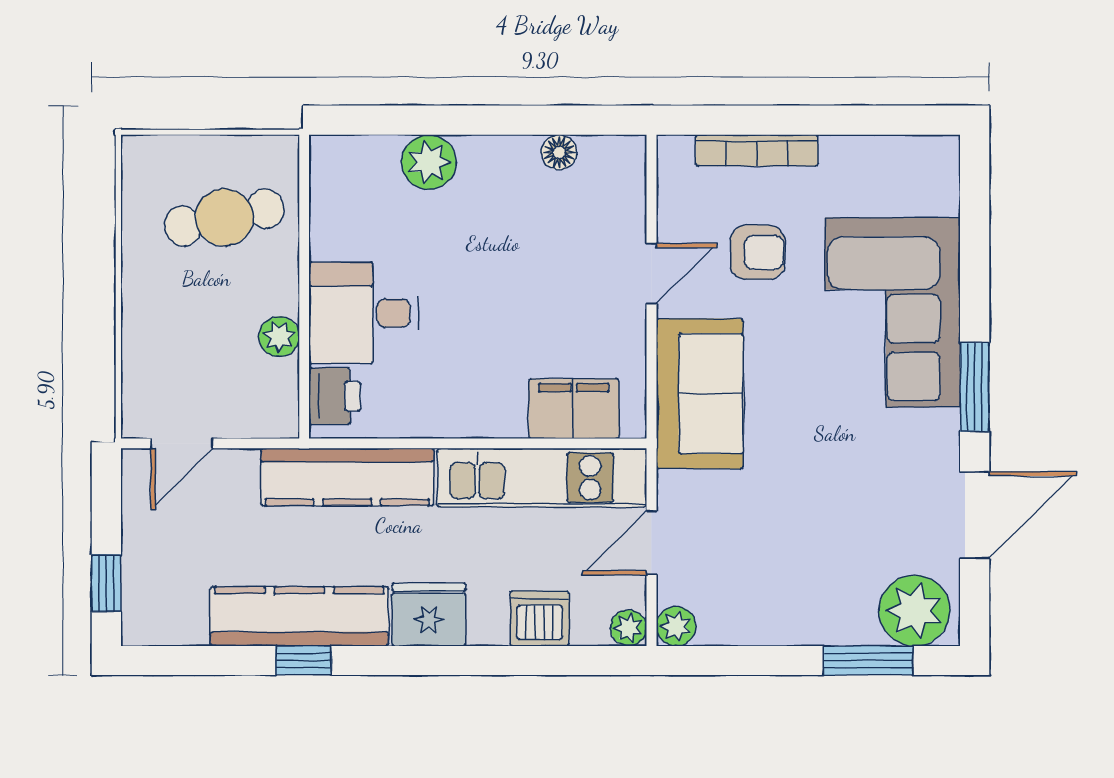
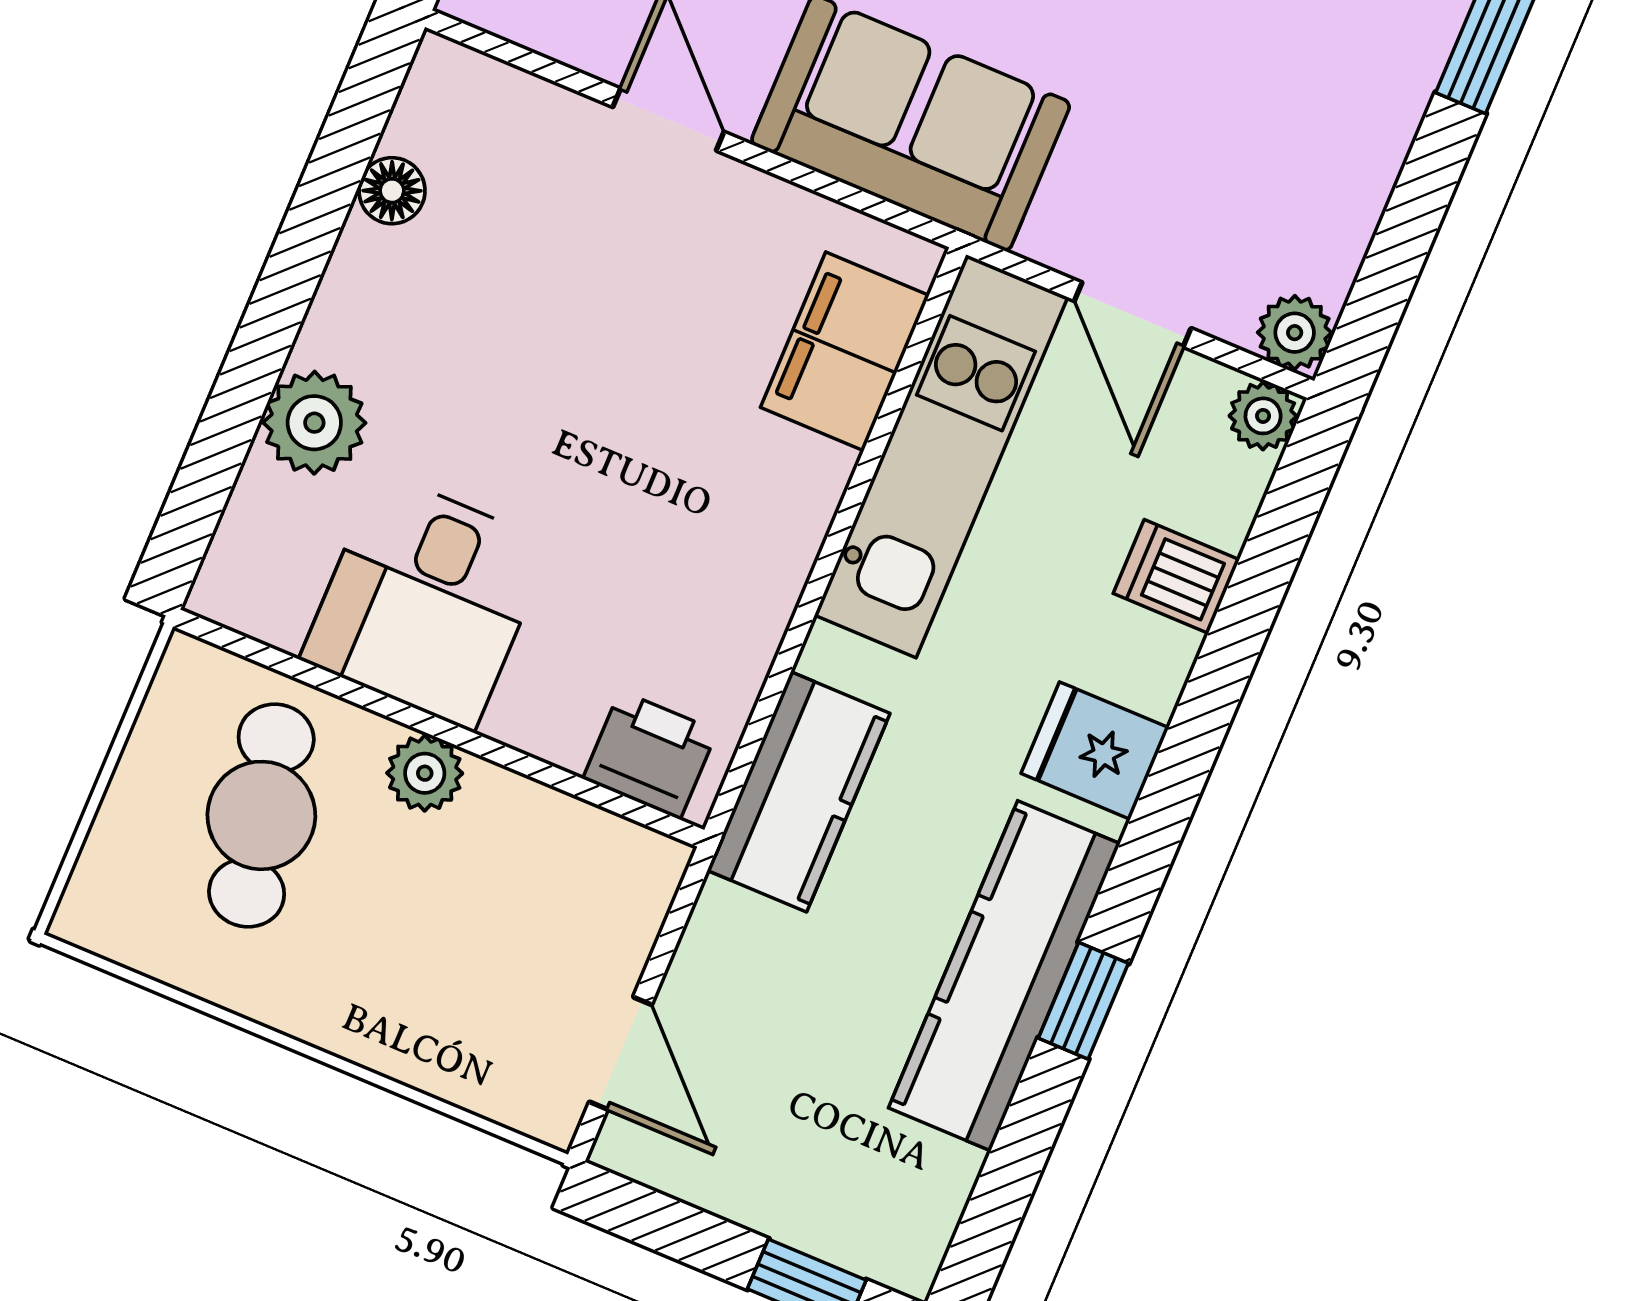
desk: (364, 313) -> (426, 601), moved
plant: (279, 337) -> (425, 773), moved
kitchen counter: (347, 477) -> (799, 792), width x0.67
fridge: (429, 614) -> (1095, 751), width x0.72
dishwasher: (540, 618) -> (1176, 576), width x0.73

